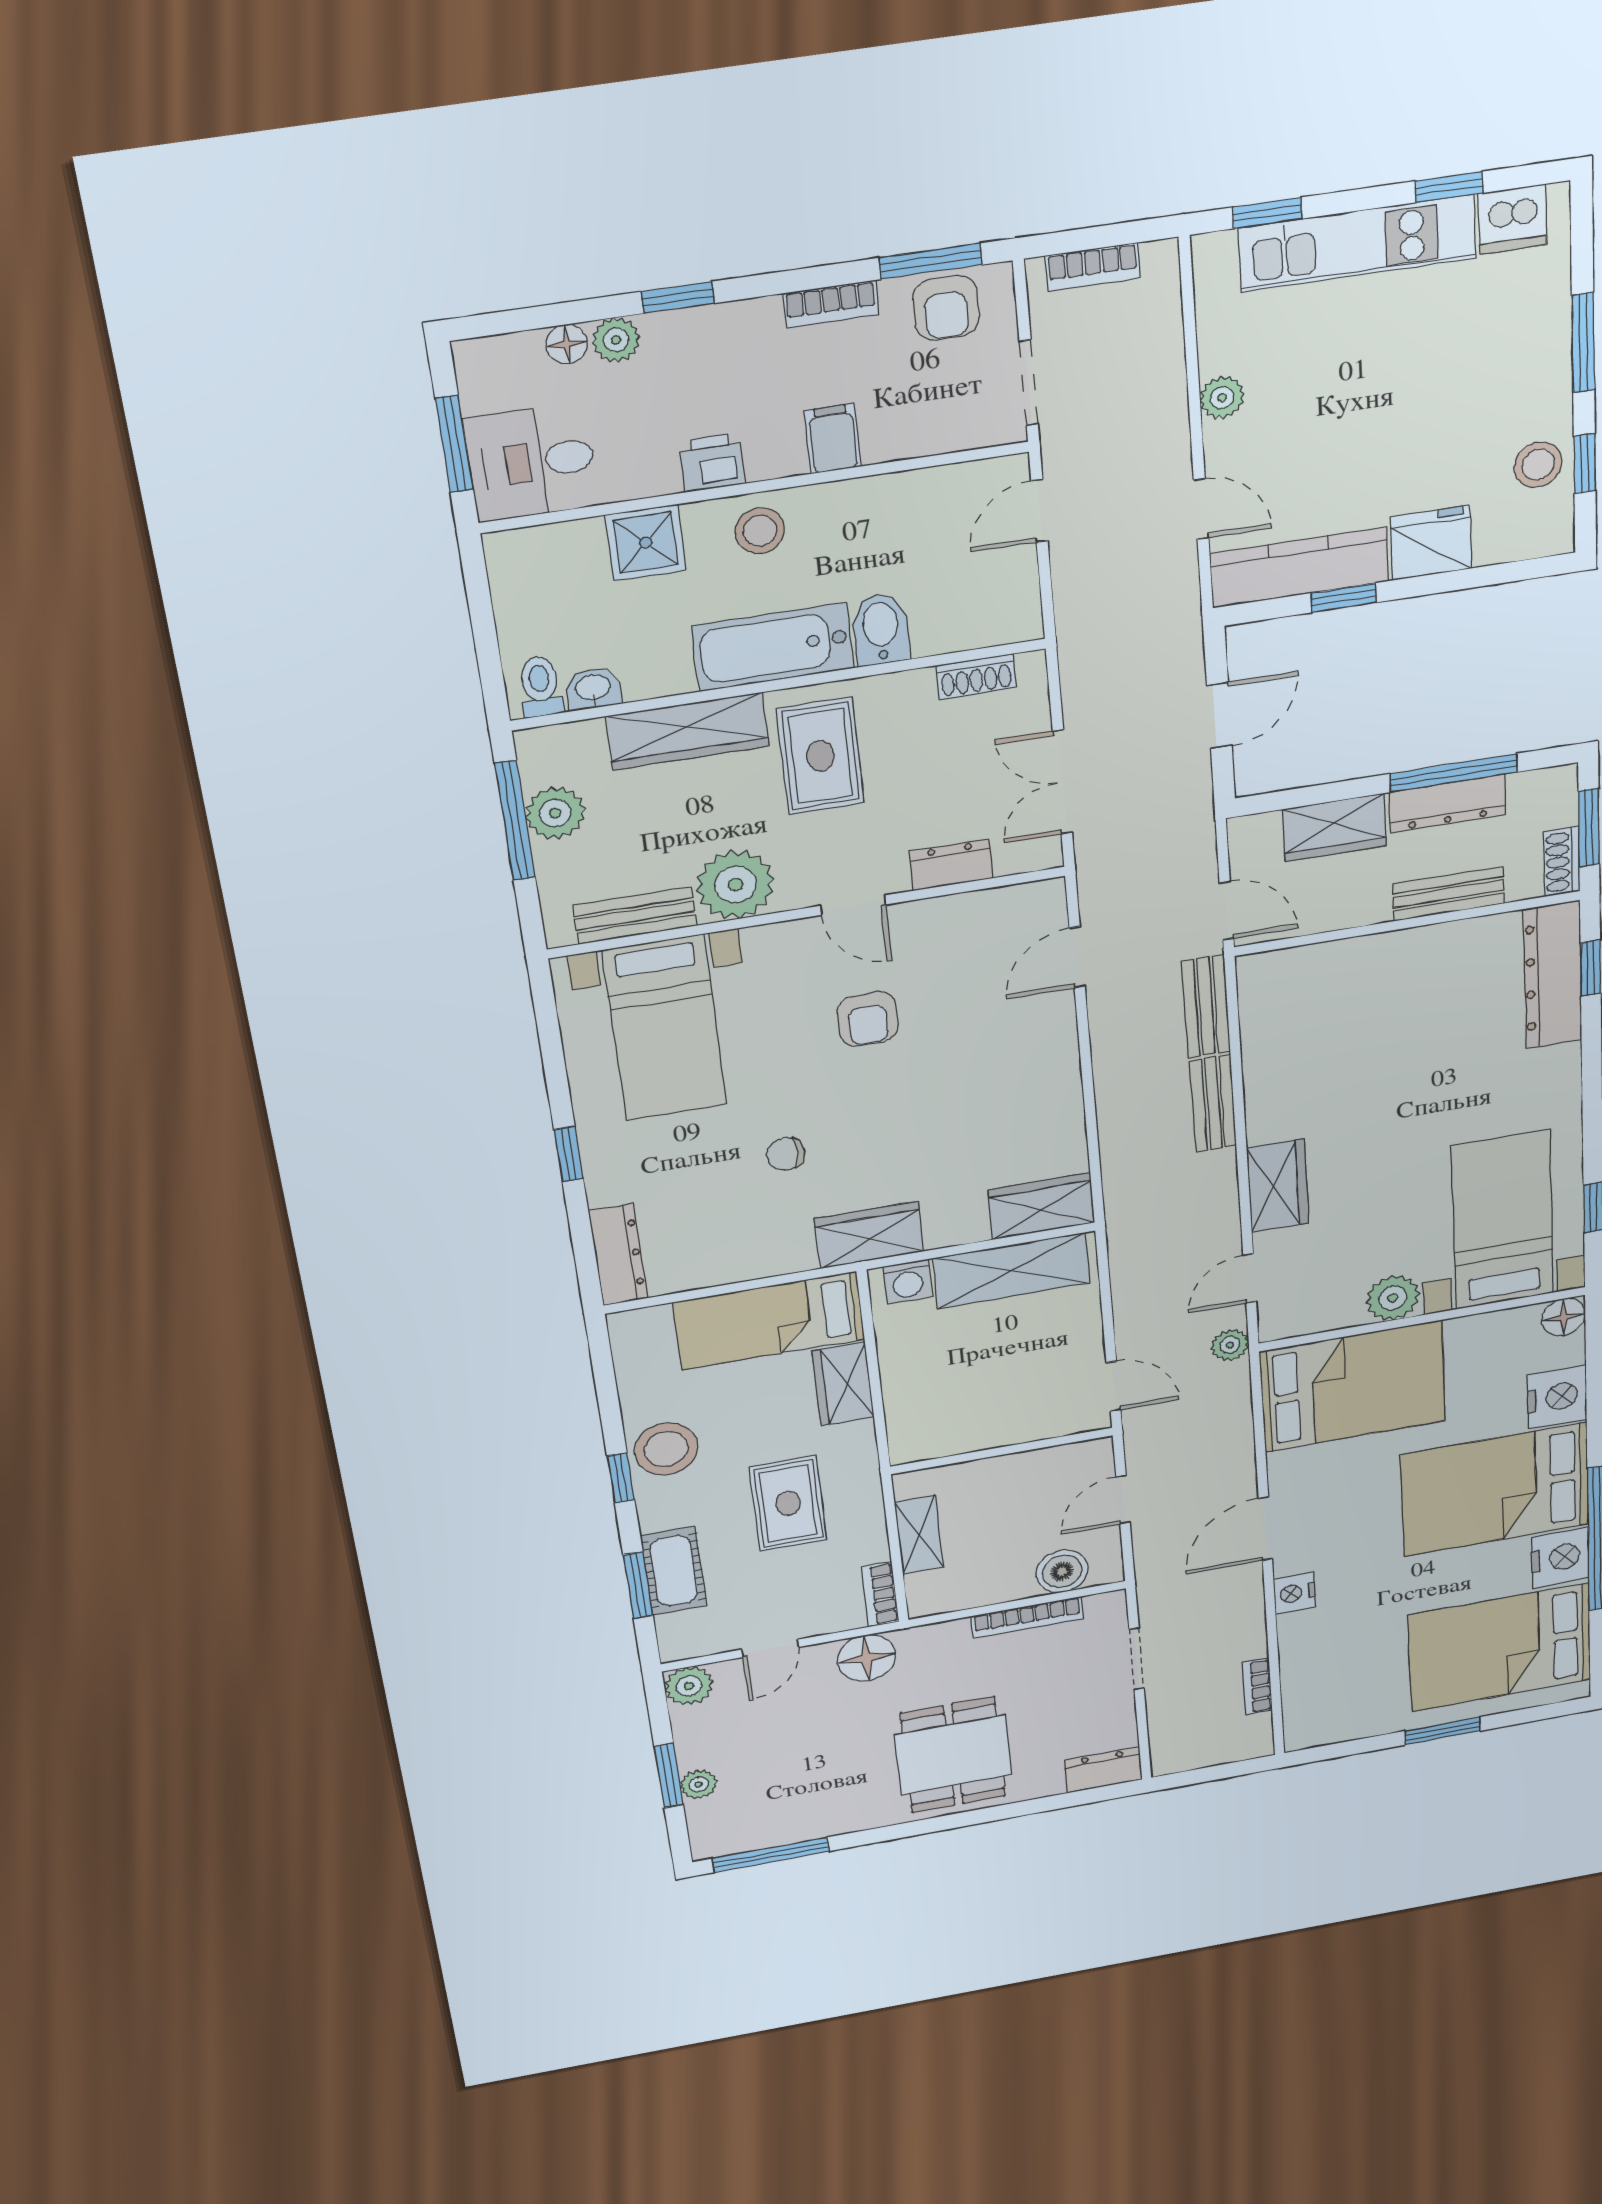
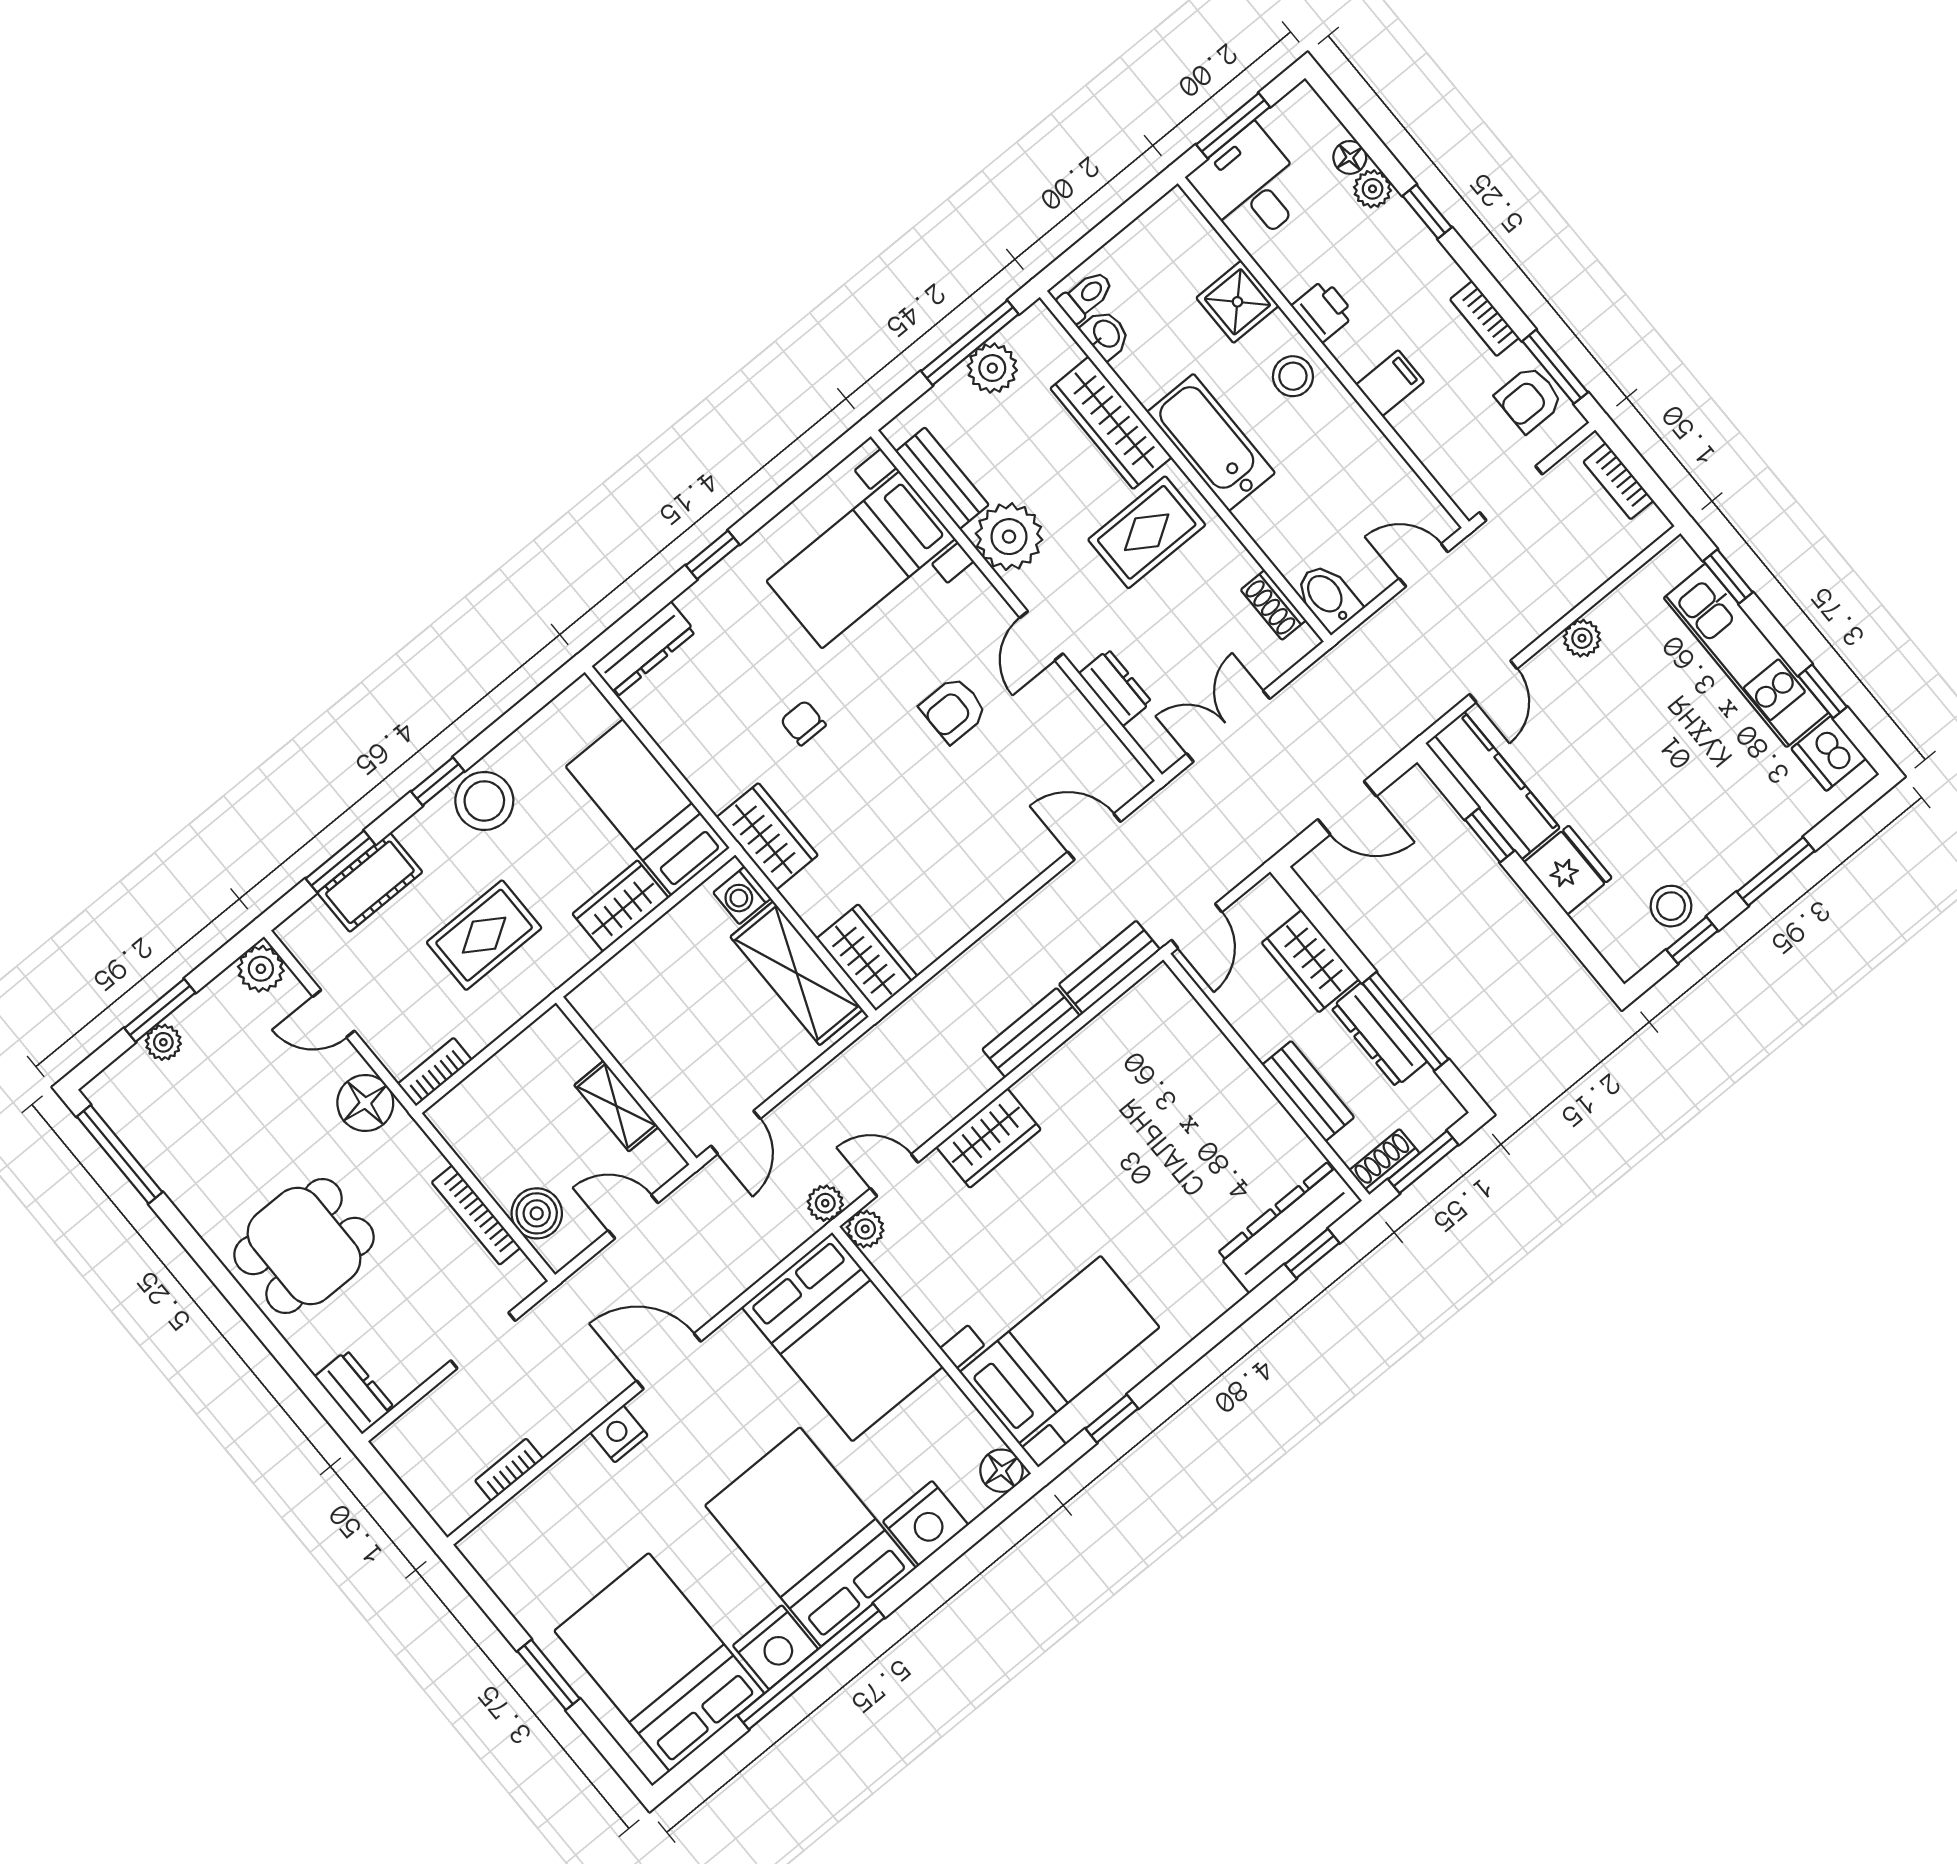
bidet: (881, 629) -> (1328, 597), moved, turned -90
plant: (1393, 1298) -> (865, 1229), moved, width x0.73, depth x0.73
shelving: (919, 1535) -> (616, 1106), moved, turned 90

